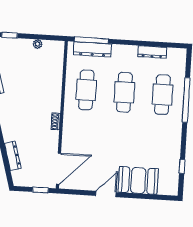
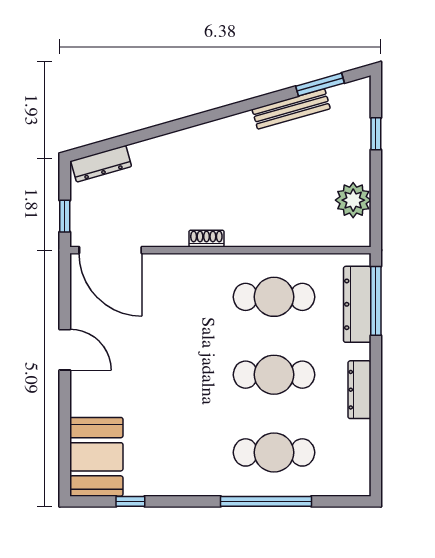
plant: (38, 44) -> (353, 200), width x1.88, depth x1.88
dresser: (152, 52) -> (360, 390), moved
dresser: (13, 156) -> (101, 164), moved
booth: (138, 180) -> (96, 457), moved

